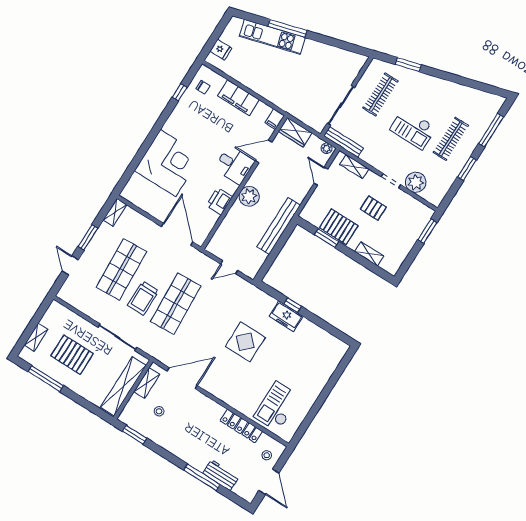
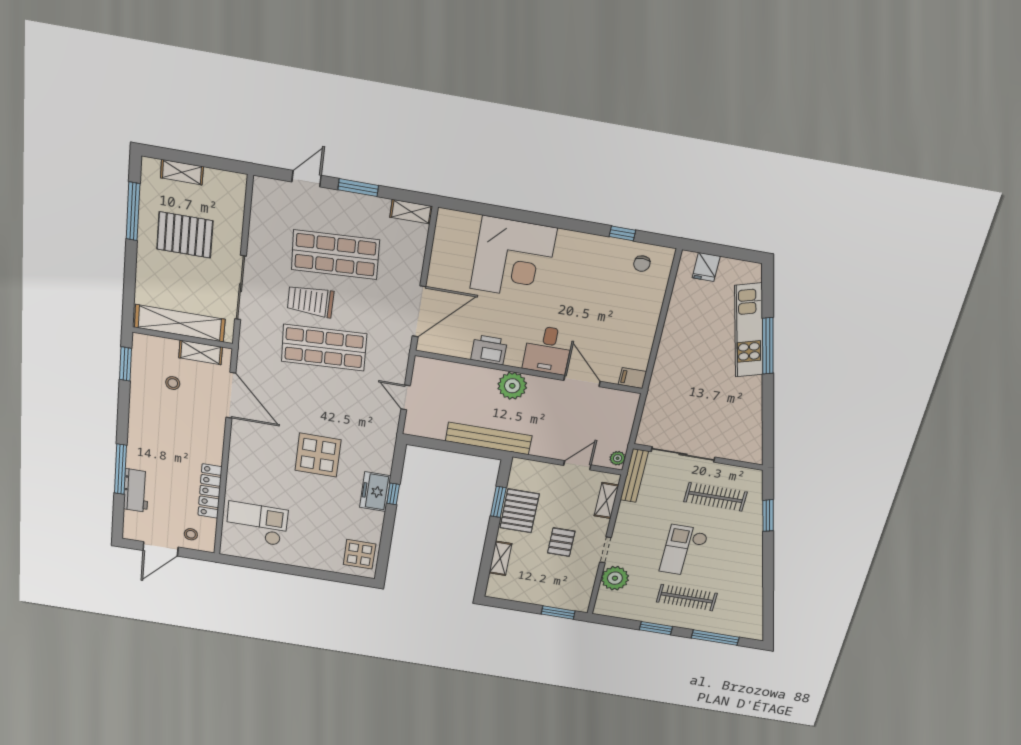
filing cabinet: (238, 98) -> (645, 318), removed
wardrobe: (295, 132) -> (624, 411), removed
display table: (328, 348) -> (360, 554), added
pallet: (72, 355) -> (185, 235), turned 90

